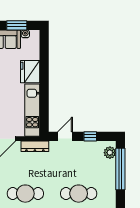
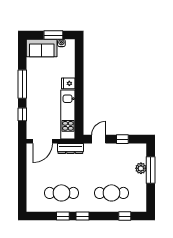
fridge: (30, 72) -> (68, 83), width x0.53, depth x0.75
plant: (110, 153) -> (141, 168), moved
window: (120, 169) -> (151, 170), width x0.68

